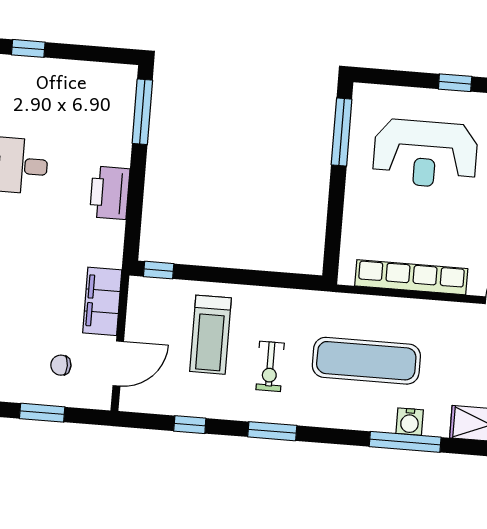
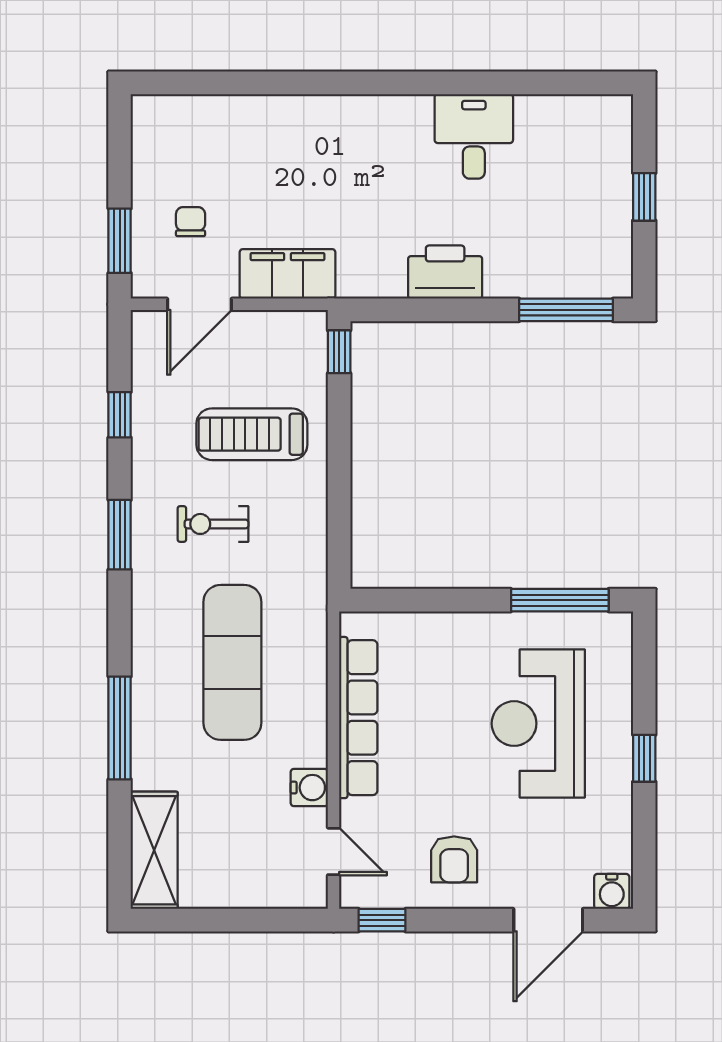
window: (28, 48) -> (644, 197), moved
door: (118, 364) -> (199, 304), hinge flipped
window: (42, 413) -> (120, 241), moved
water cooler: (410, 422) -> (309, 788), moved, turned 180

